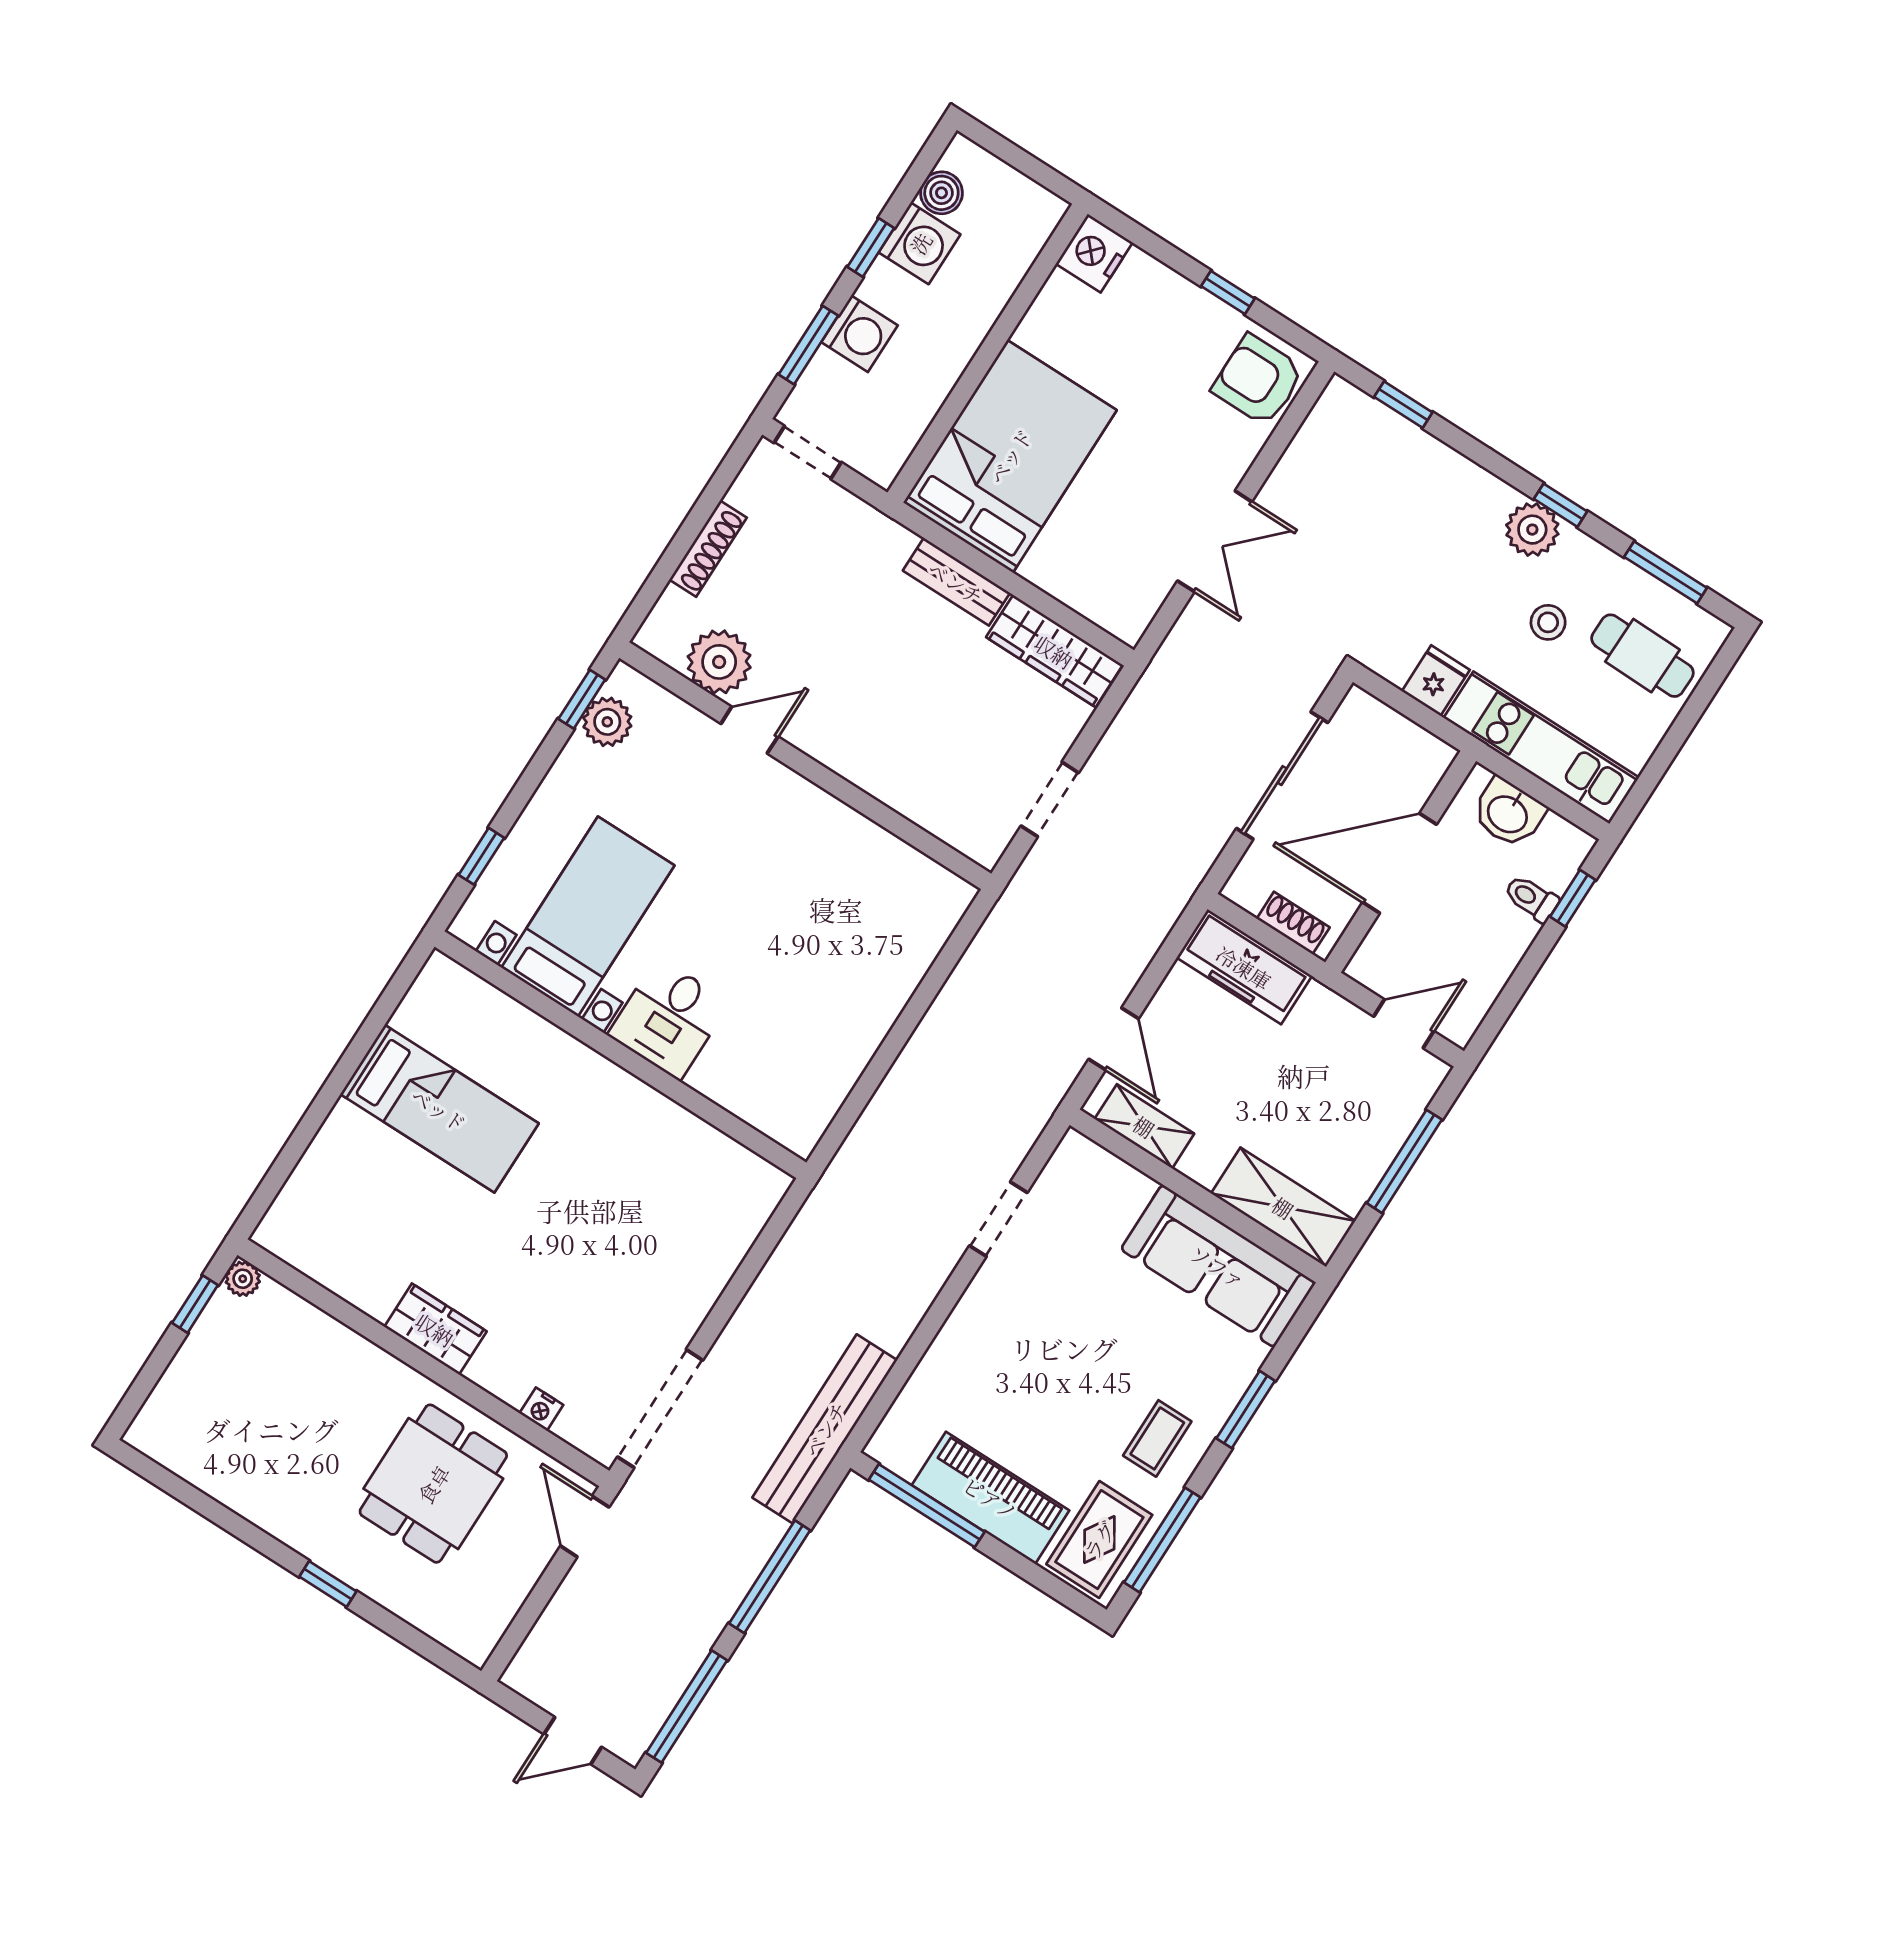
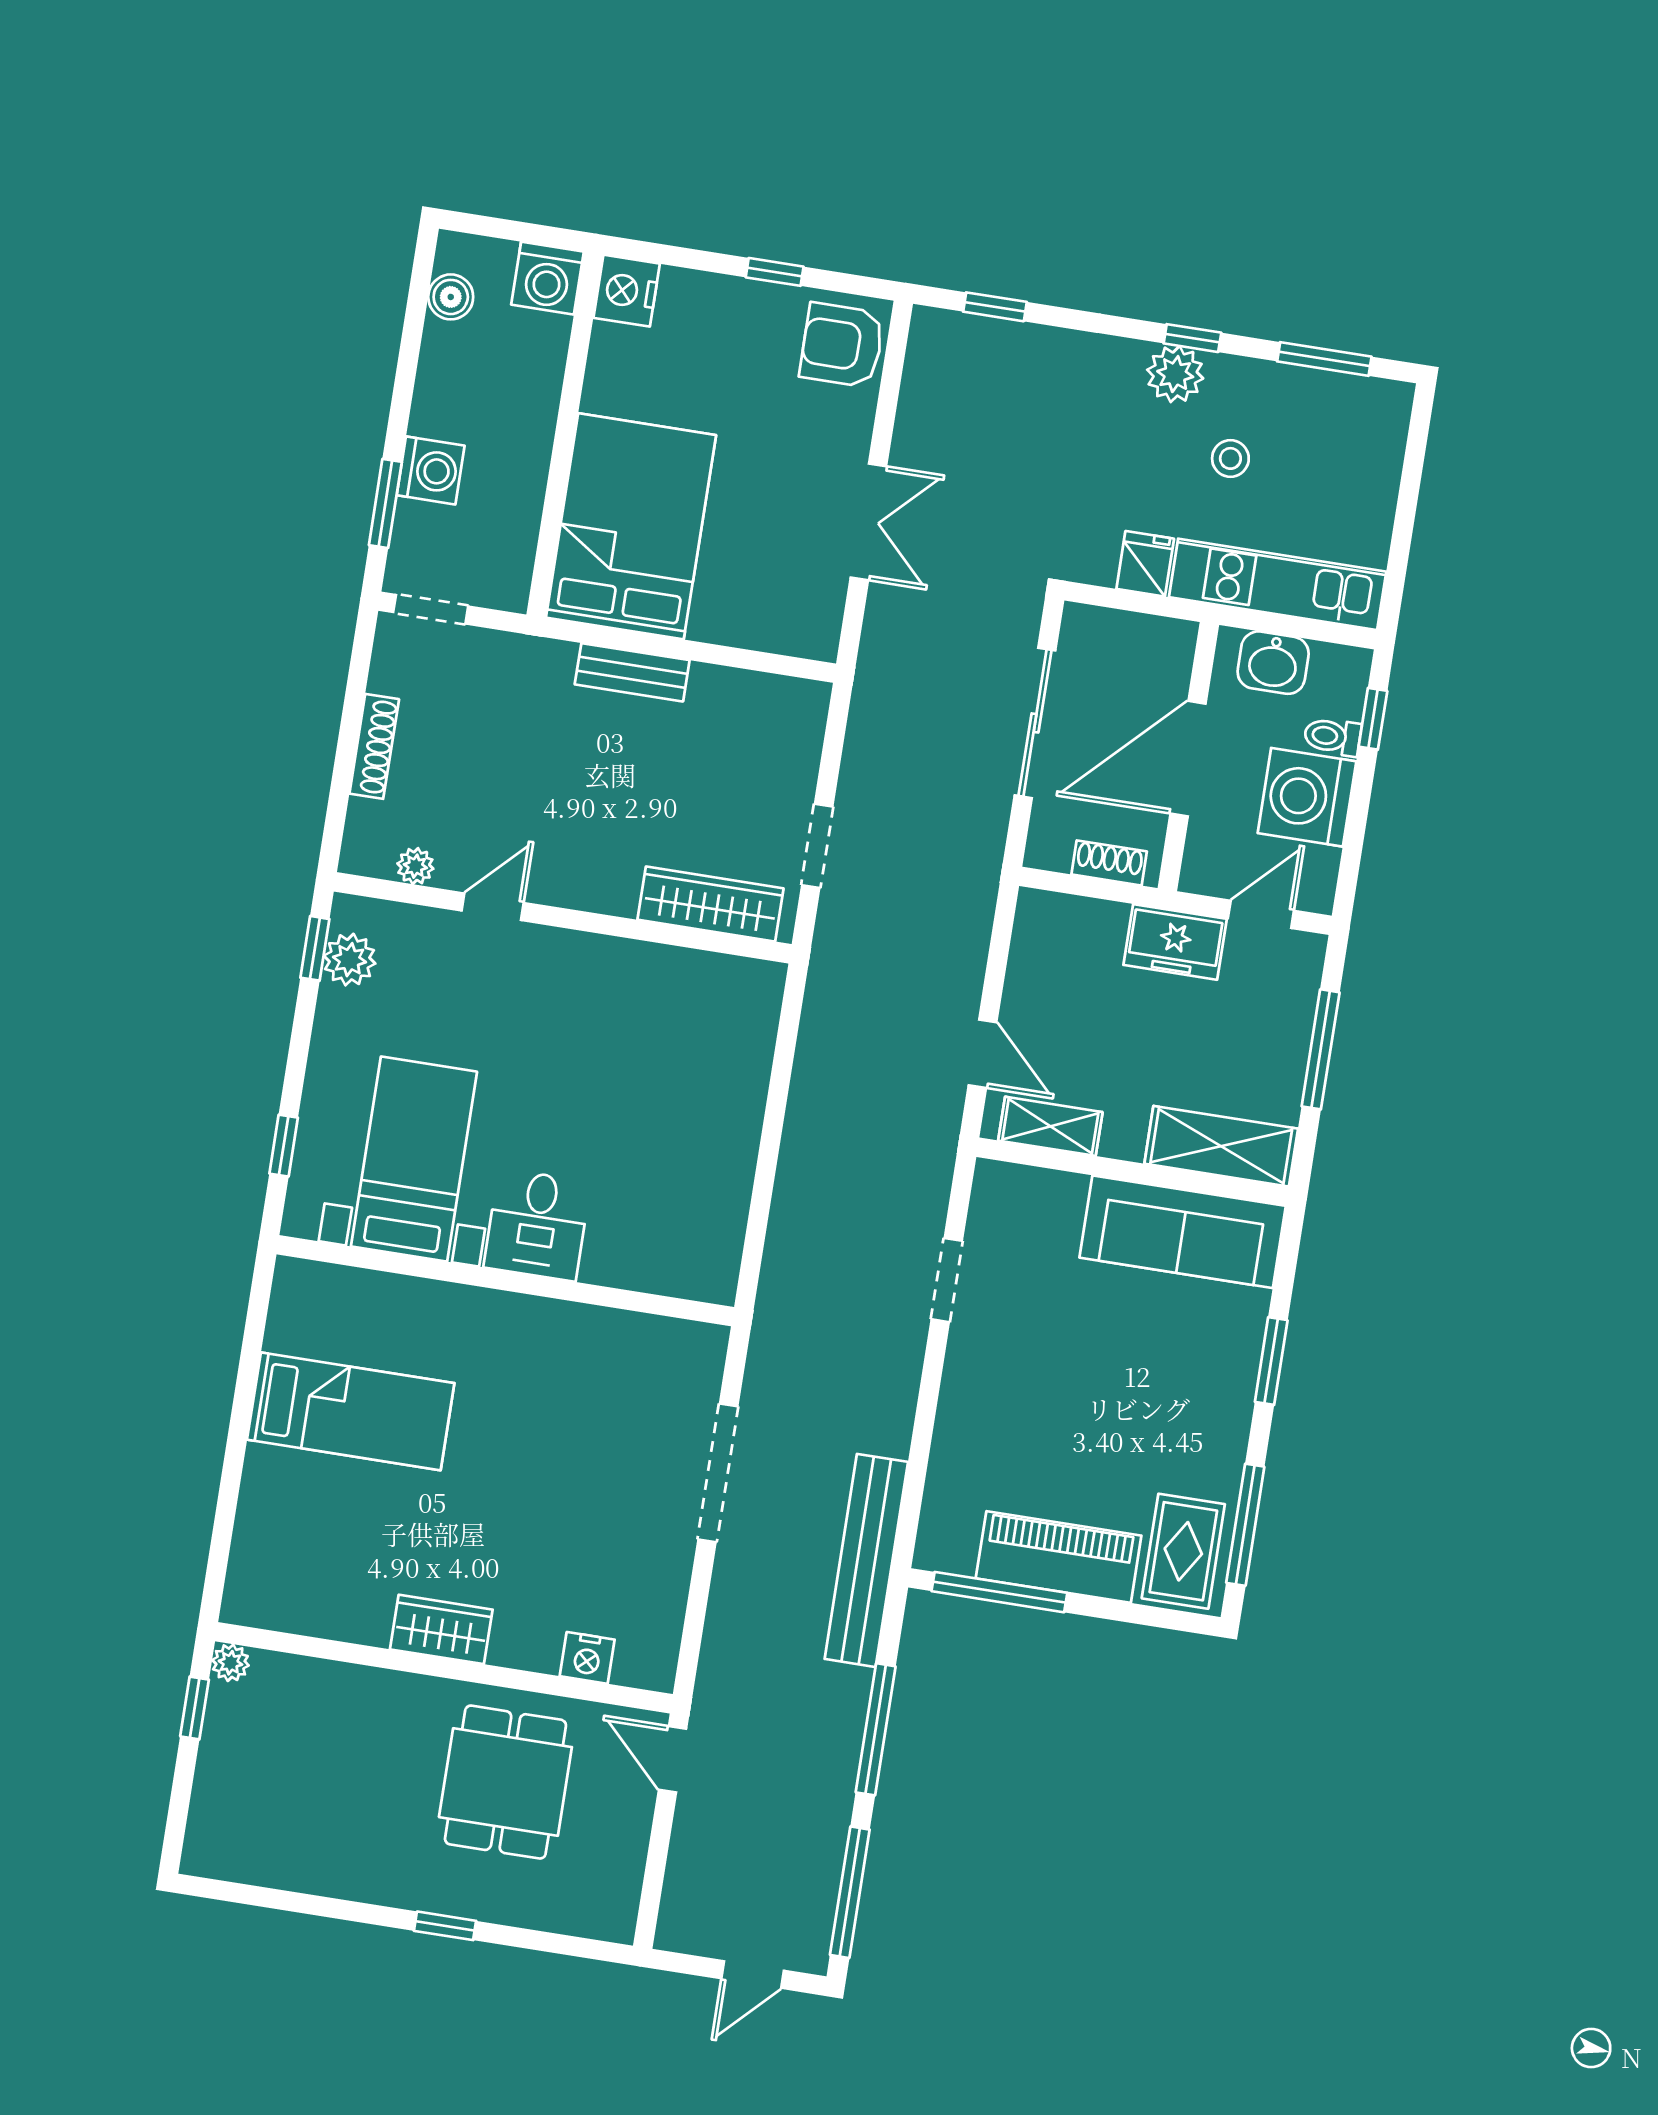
washing machine: (920, 243) -> (548, 278), moved, turned 90
window: (871, 248) -> (405, 381), removed
wardrobe: (1054, 651) -> (710, 904), moved, turned 180
cafe table: (1642, 656) -> (1337, 451), removed
plant: (719, 662) -> (415, 866), width x0.53, depth x0.53
washing machine: (1487, 941) -> (1307, 797), added
freezer: (1244, 967) -> (1175, 942), moved, width x0.71
nightstand: (541, 1409) -> (587, 1658), width x1.39, depth x1.35
doorway: (660, 1409) -> (718, 1473), moved
coffee table: (1157, 1438) -> (1197, 1427), removed

